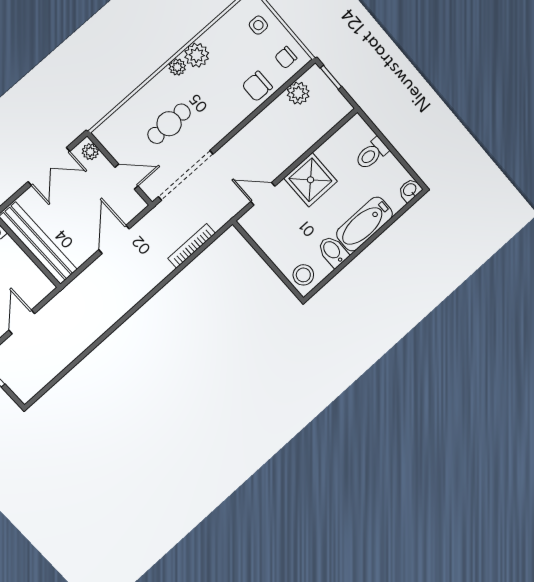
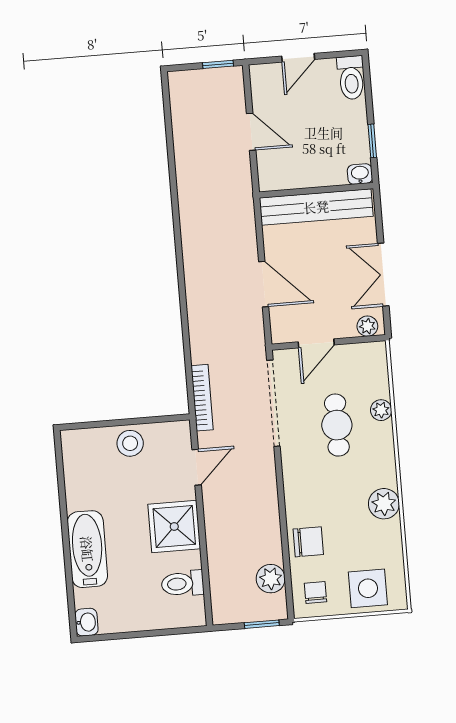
side table: (258, 25) -> (368, 588), width x1.87, depth x1.87
plant: (177, 67) -> (381, 410), moved
chair: (257, 86) -> (308, 542), turned 90
toilet: (372, 154) -> (183, 584), moved, turned -90
bookcase: (192, 246) -> (202, 398), moved
bidet: (333, 251) -> (84, 496), removed
stool: (303, 275) -> (130, 443), moved

